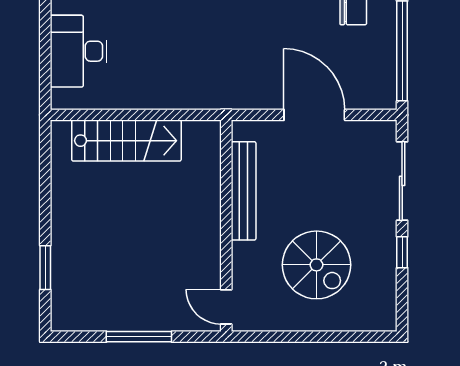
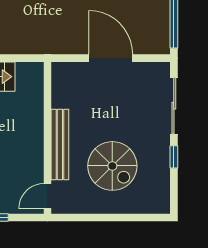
bench: (244, 191) -> (60, 145), moved
door: (226, 307) -> (47, 196), hinge flipped

